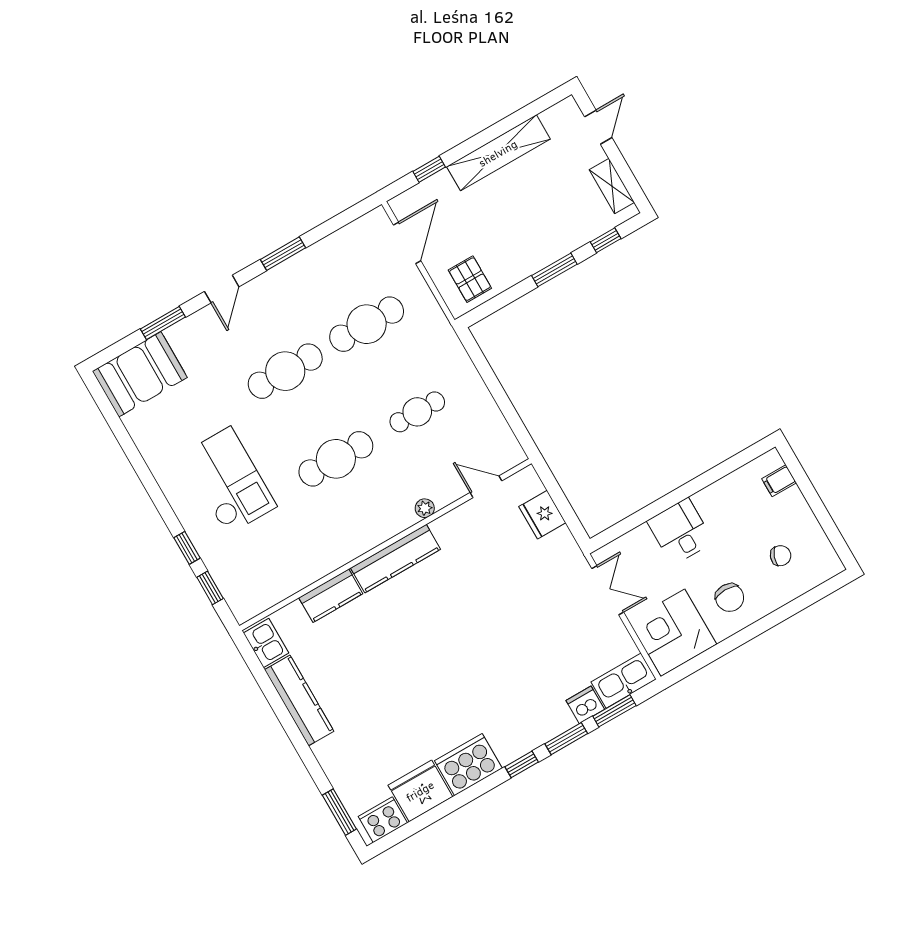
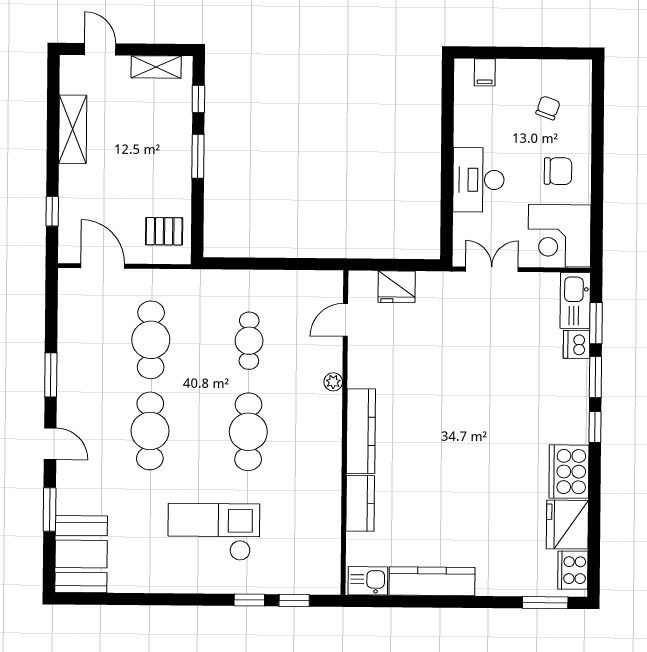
shelving: (498, 153) -> (73, 129), width x0.68
desk: (680, 532) -> (478, 180), width x1.37

